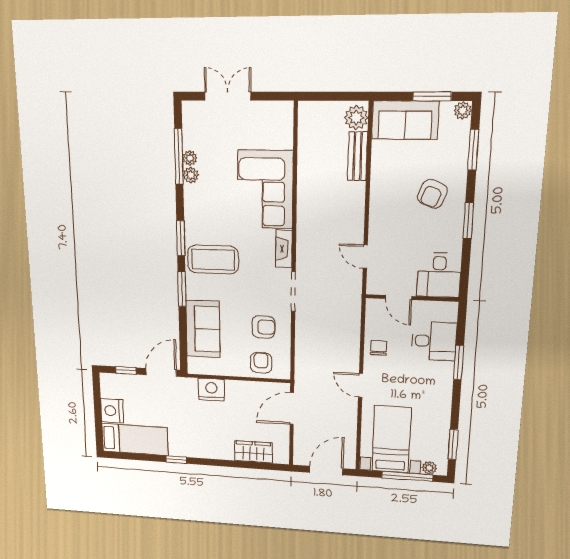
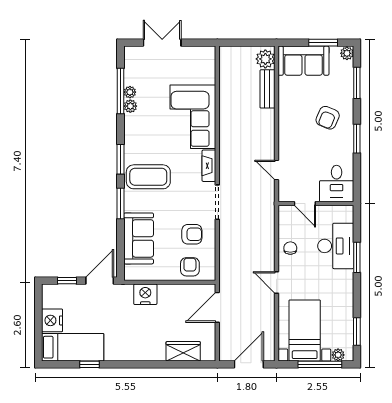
desk: (434, 341) -> (336, 246), width x1.37
window: (176, 460) -> (90, 364), moved

